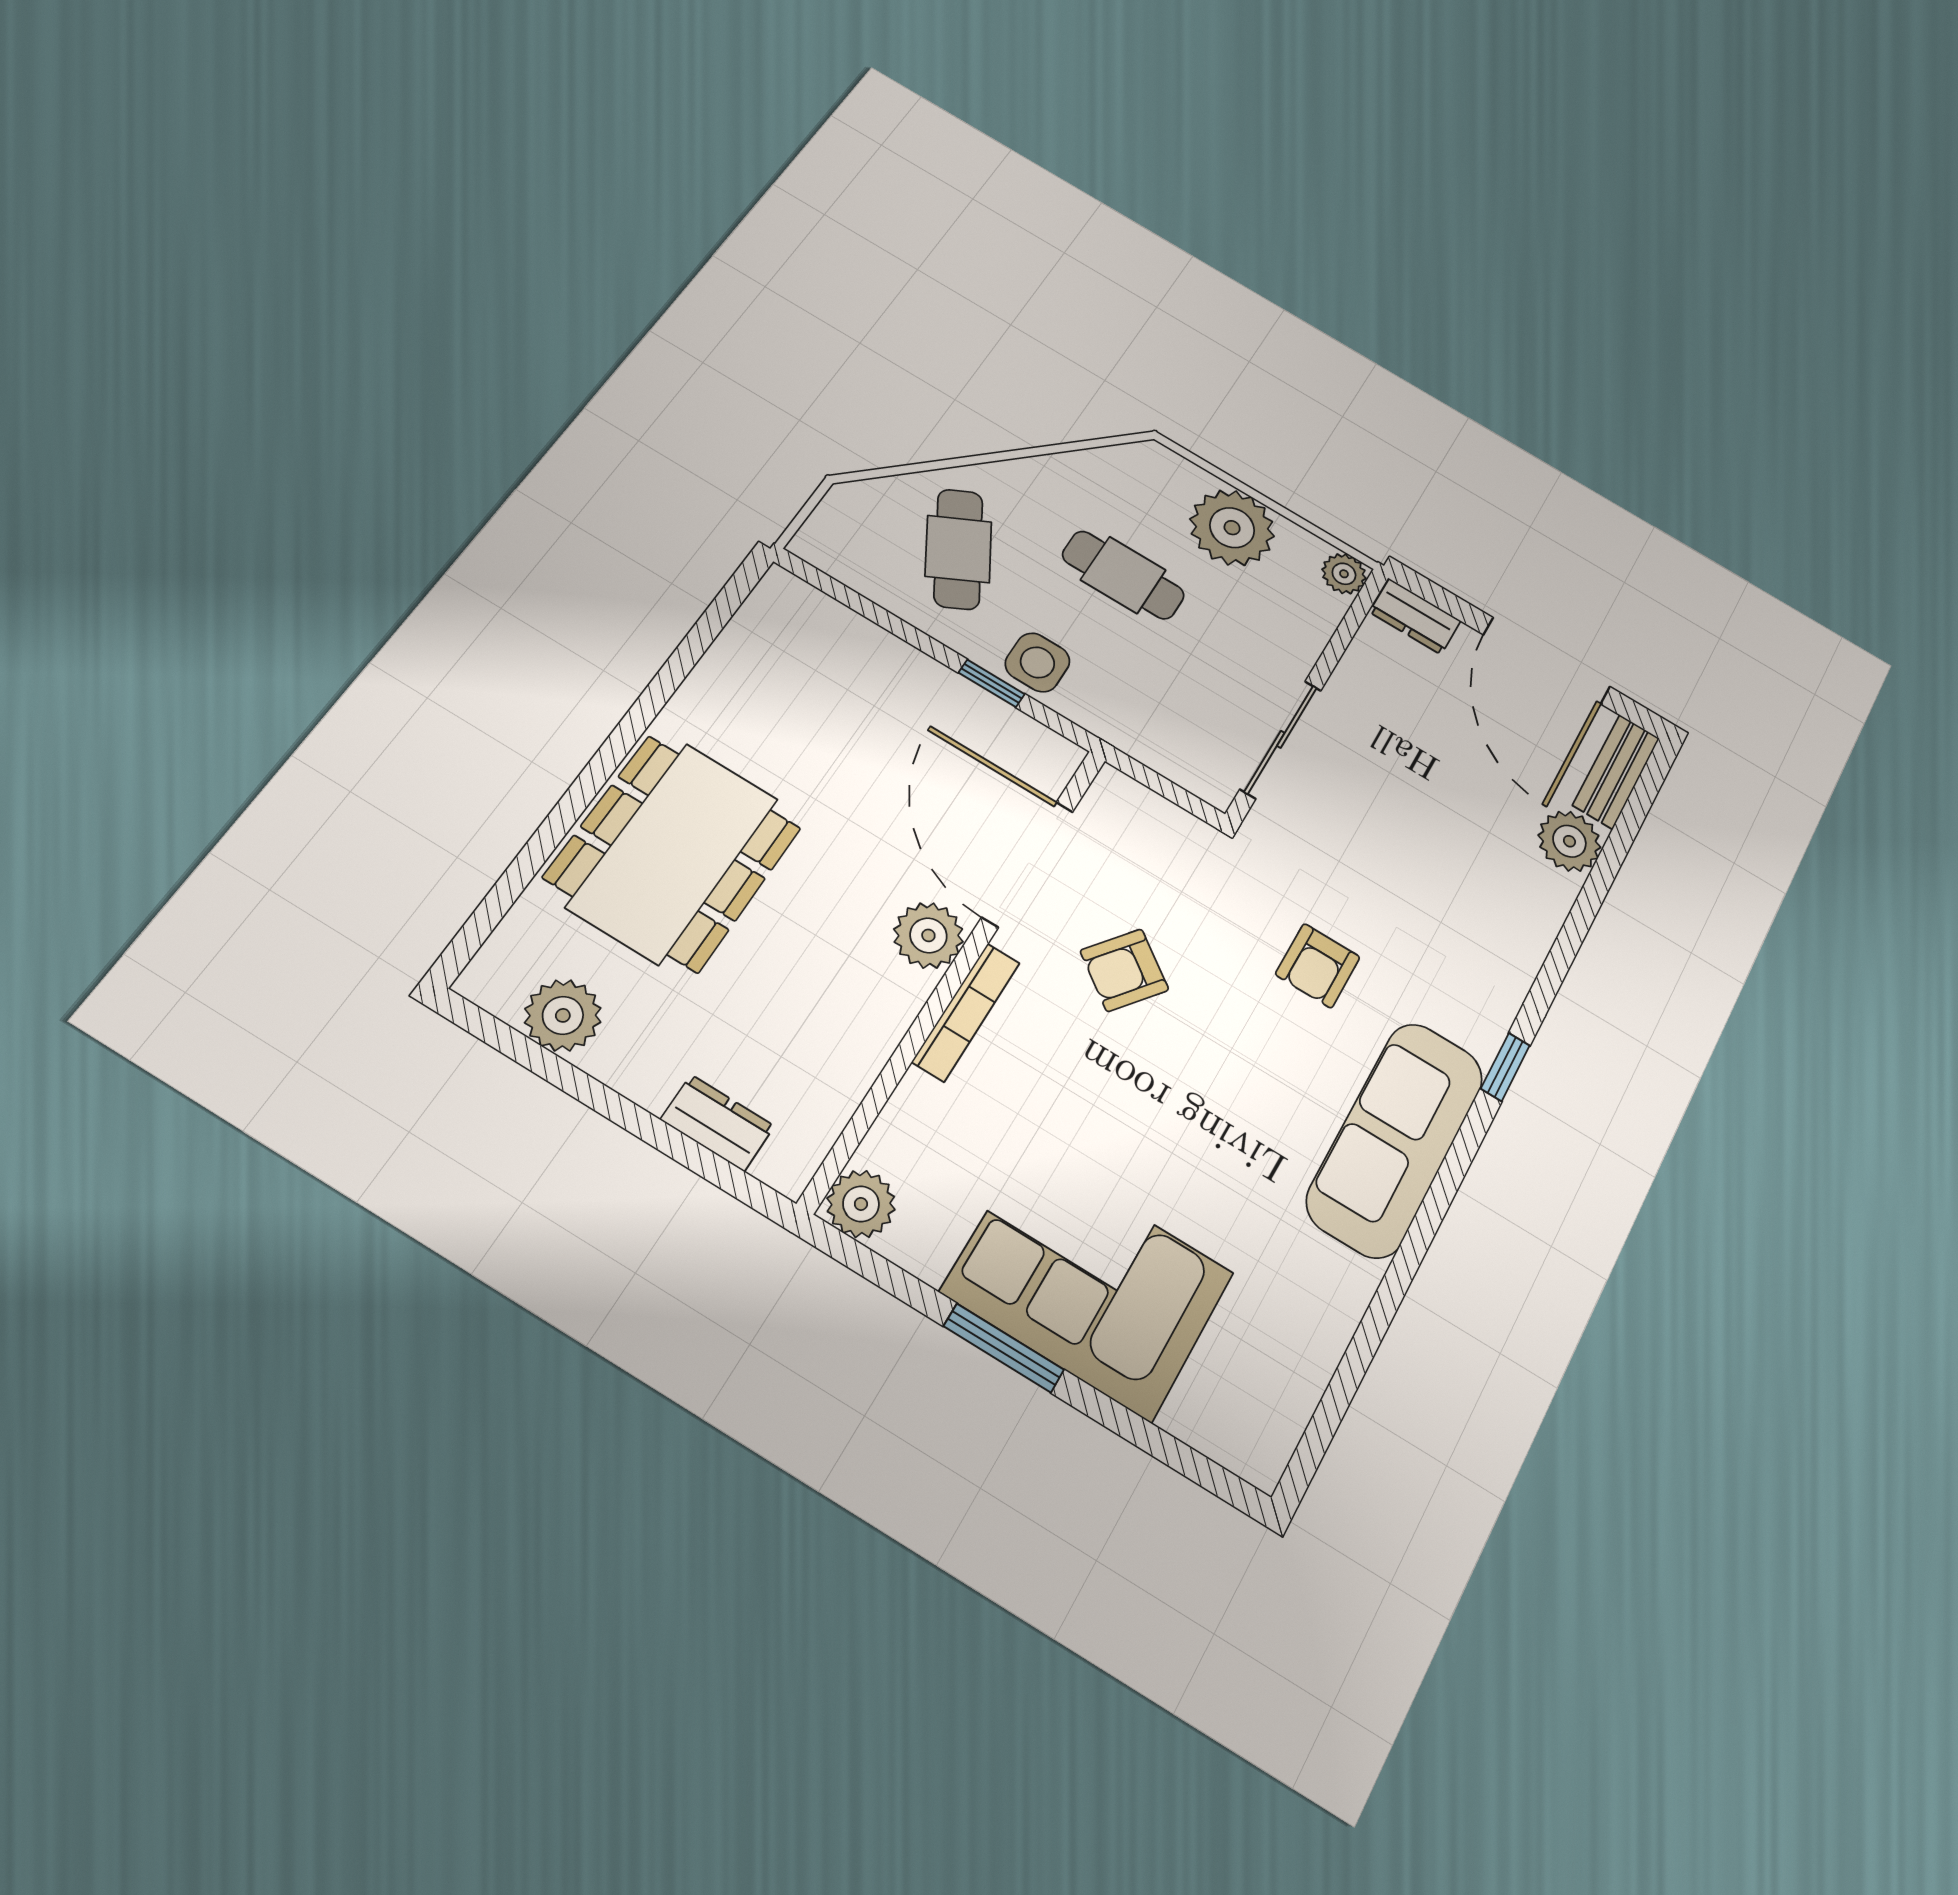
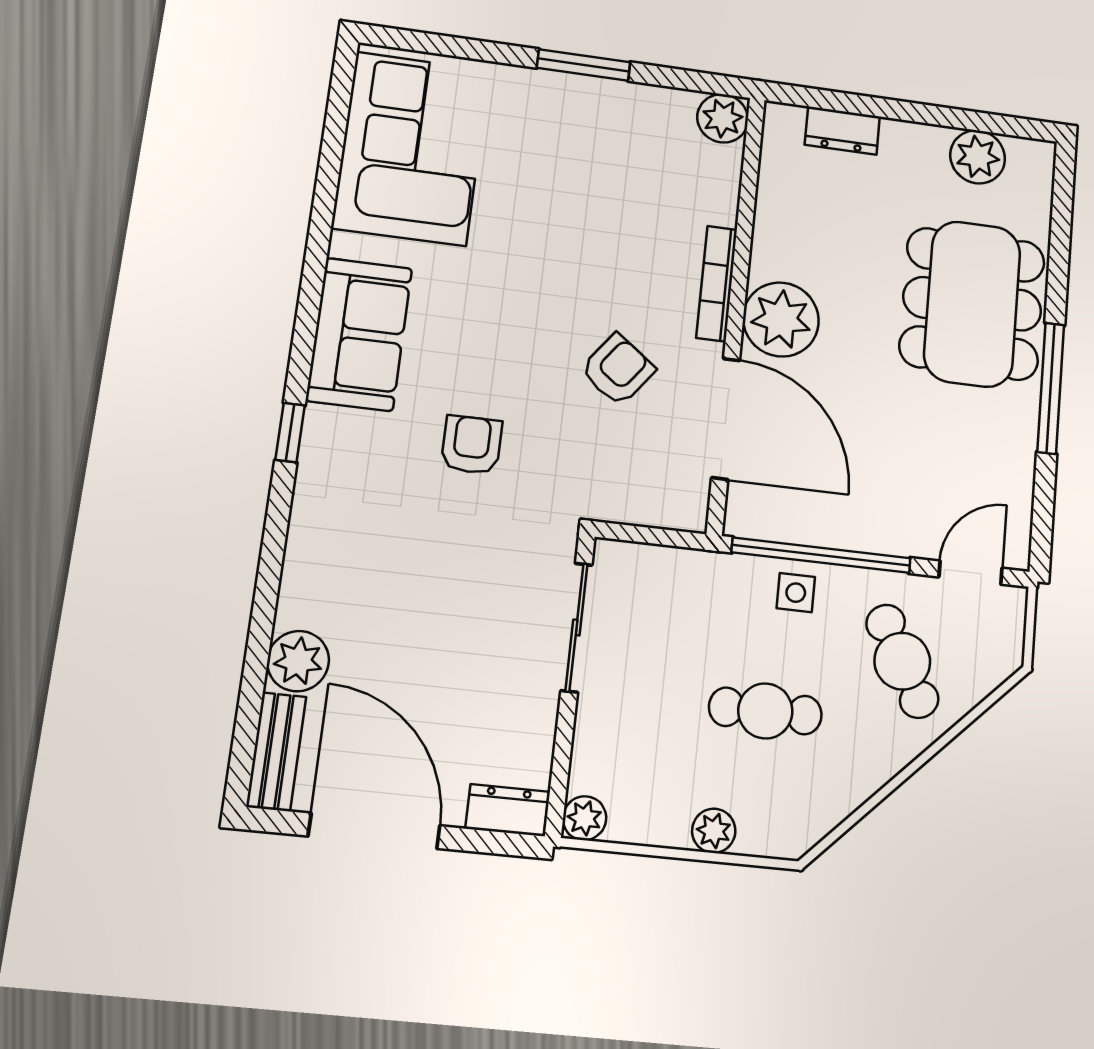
plant: (1232, 528) -> (714, 831), width x0.53, depth x0.53
door: (839, 591) -> (970, 573), added
side table: (1037, 662) -> (796, 593), width x0.73, depth x0.73
window: (992, 683) -> (821, 555), width x3.17
window: (635, 723) -> (1051, 388), added
plant: (928, 935) -> (781, 319), width x1.36, depth x1.36
sofa: (1396, 1139) -> (359, 334), width x0.73
corner sofa: (1088, 1282) -> (411, 148), moved, turned -90

